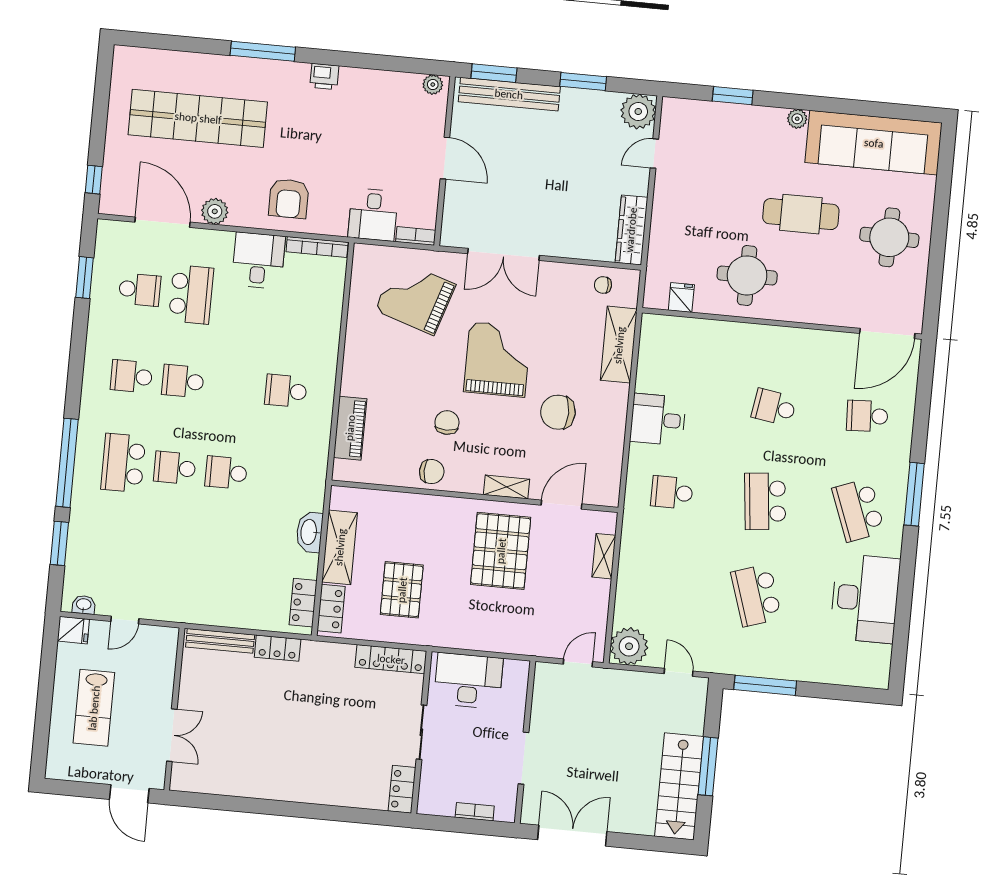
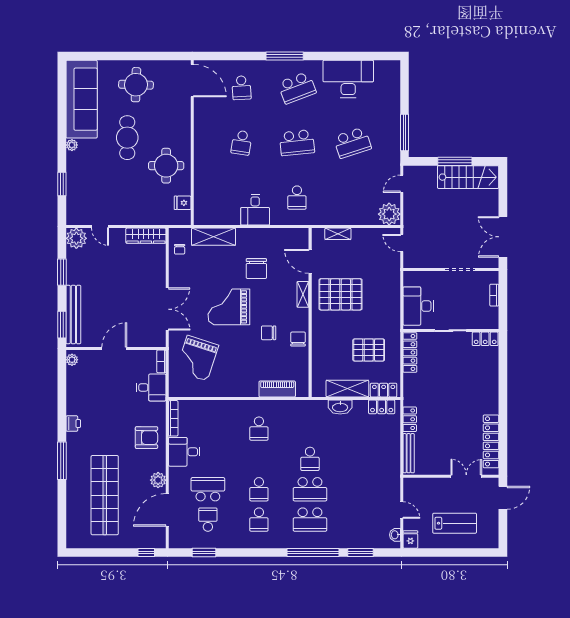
school desk: (175, 468) -> (310, 489), width x1.85
locker: (227, 783) -> (491, 441), added

